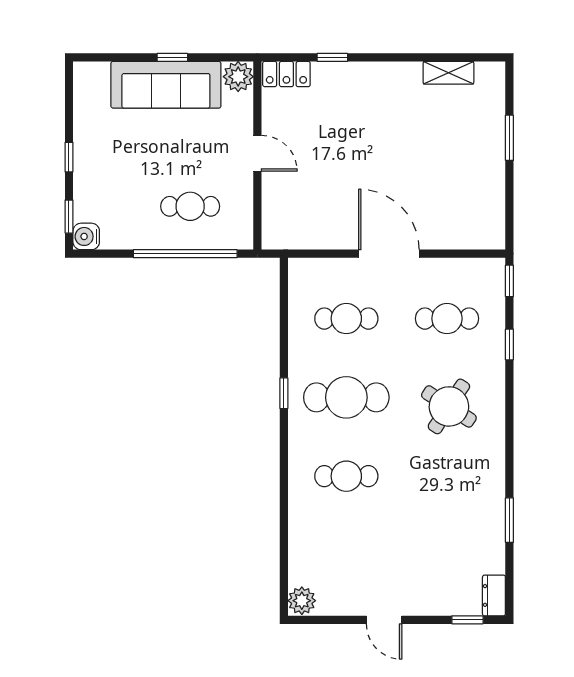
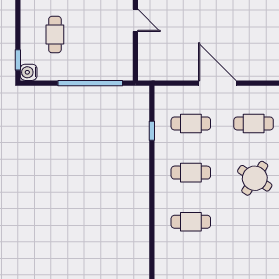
window: (69, 157) -> (18, 23), removed
cafe table: (190, 206) -> (55, 35), moved, turned 90
window: (284, 393) -> (152, 131), moved
cafe table: (346, 397) -> (191, 173), width x0.73, depth x0.74

